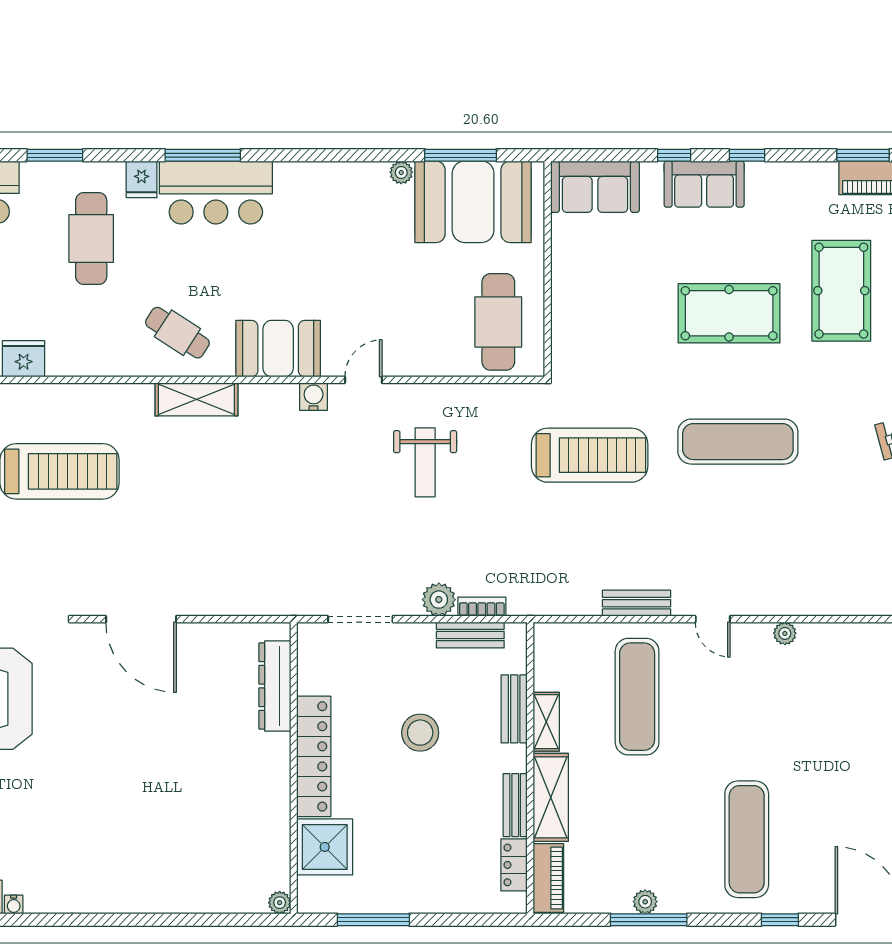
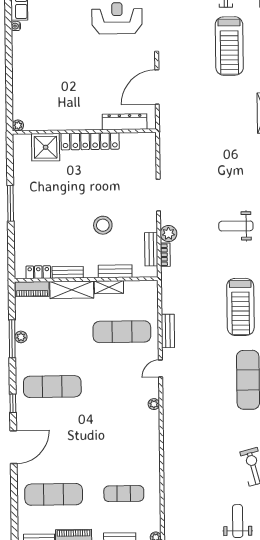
dresser: (275, 686) -> (125, 122), moved
locker: (314, 756) -> (90, 141), moved
wall: (294, 768) -> (84, 132), moved
shower: (325, 847) -> (46, 147), moved
plant: (280, 903) -> (18, 125), moved

